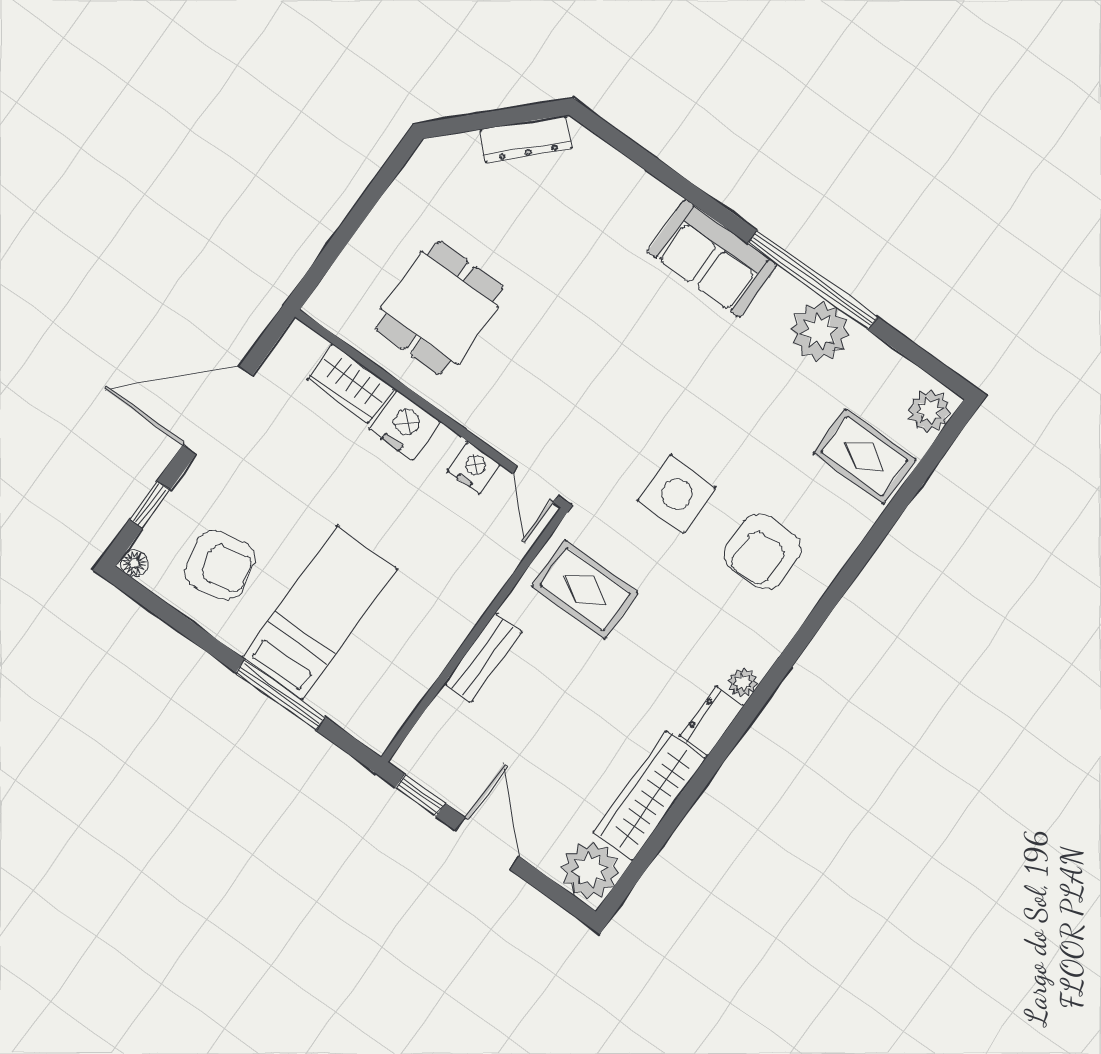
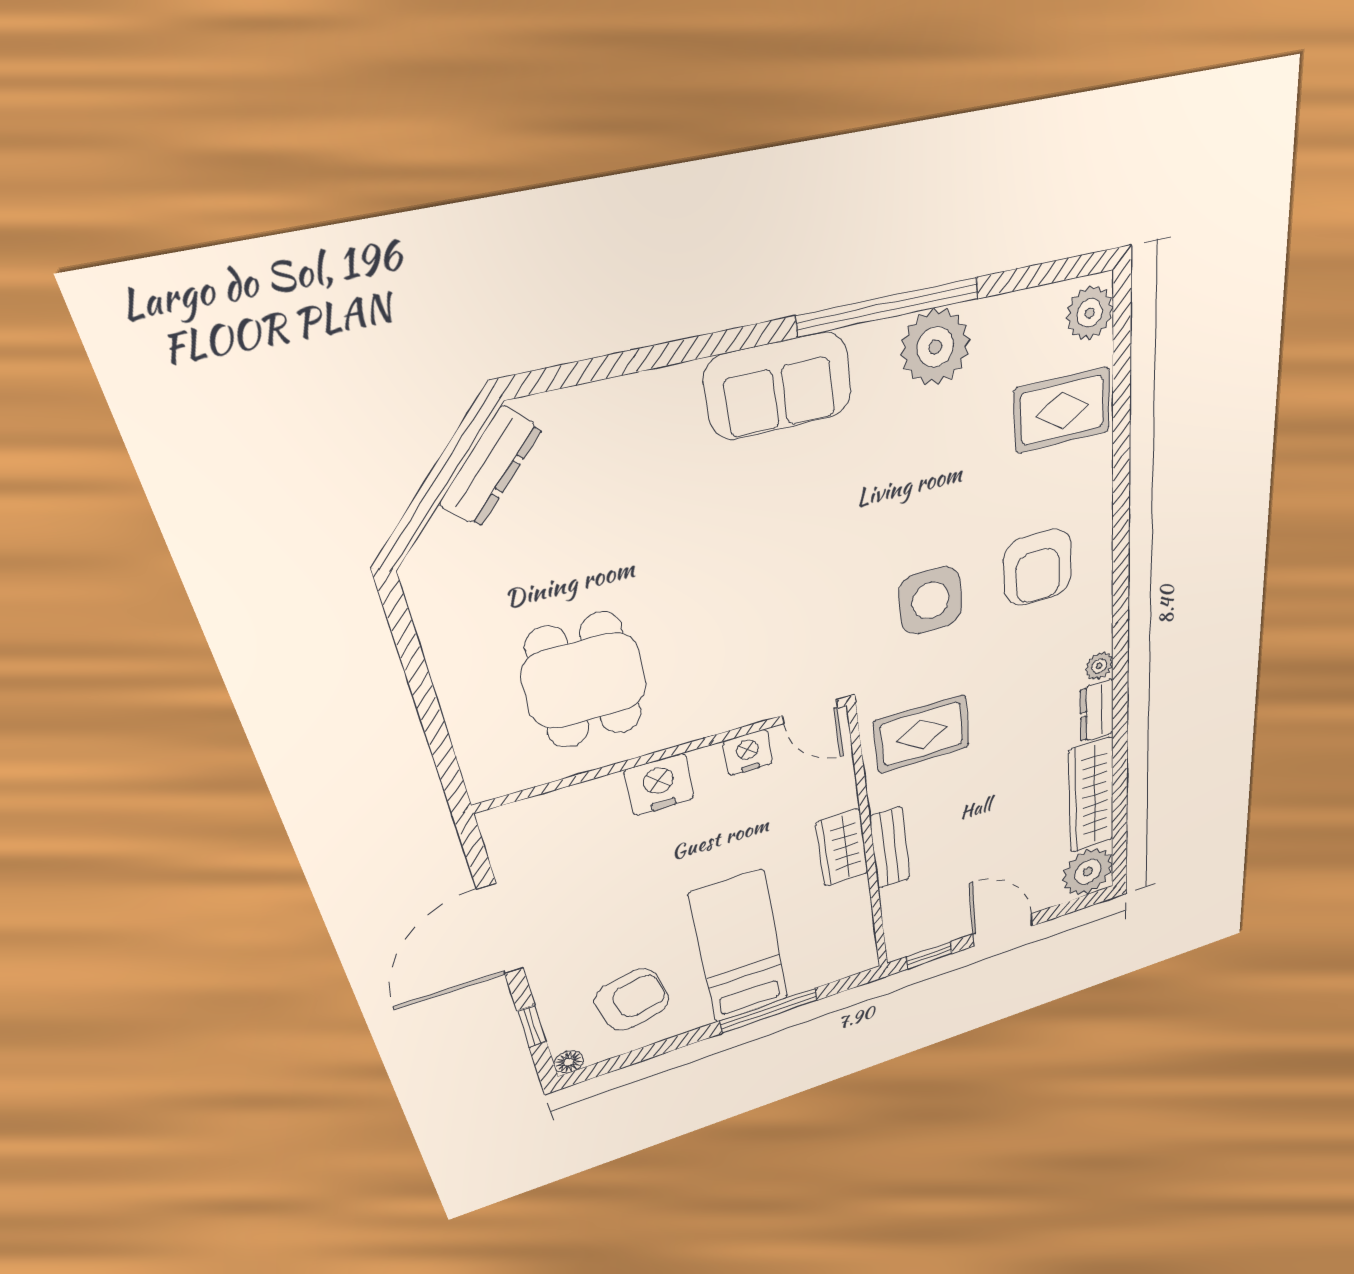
wardrobe: (350, 383) -> (842, 848), moved, turned 90

